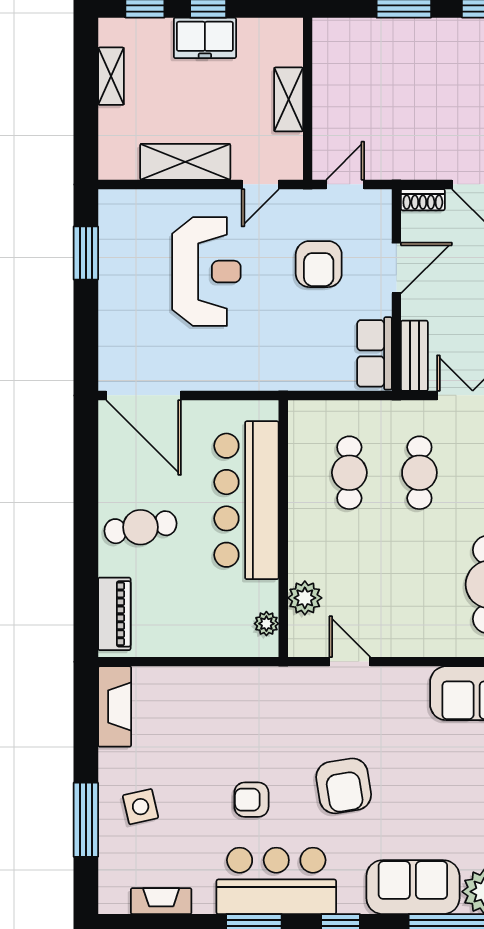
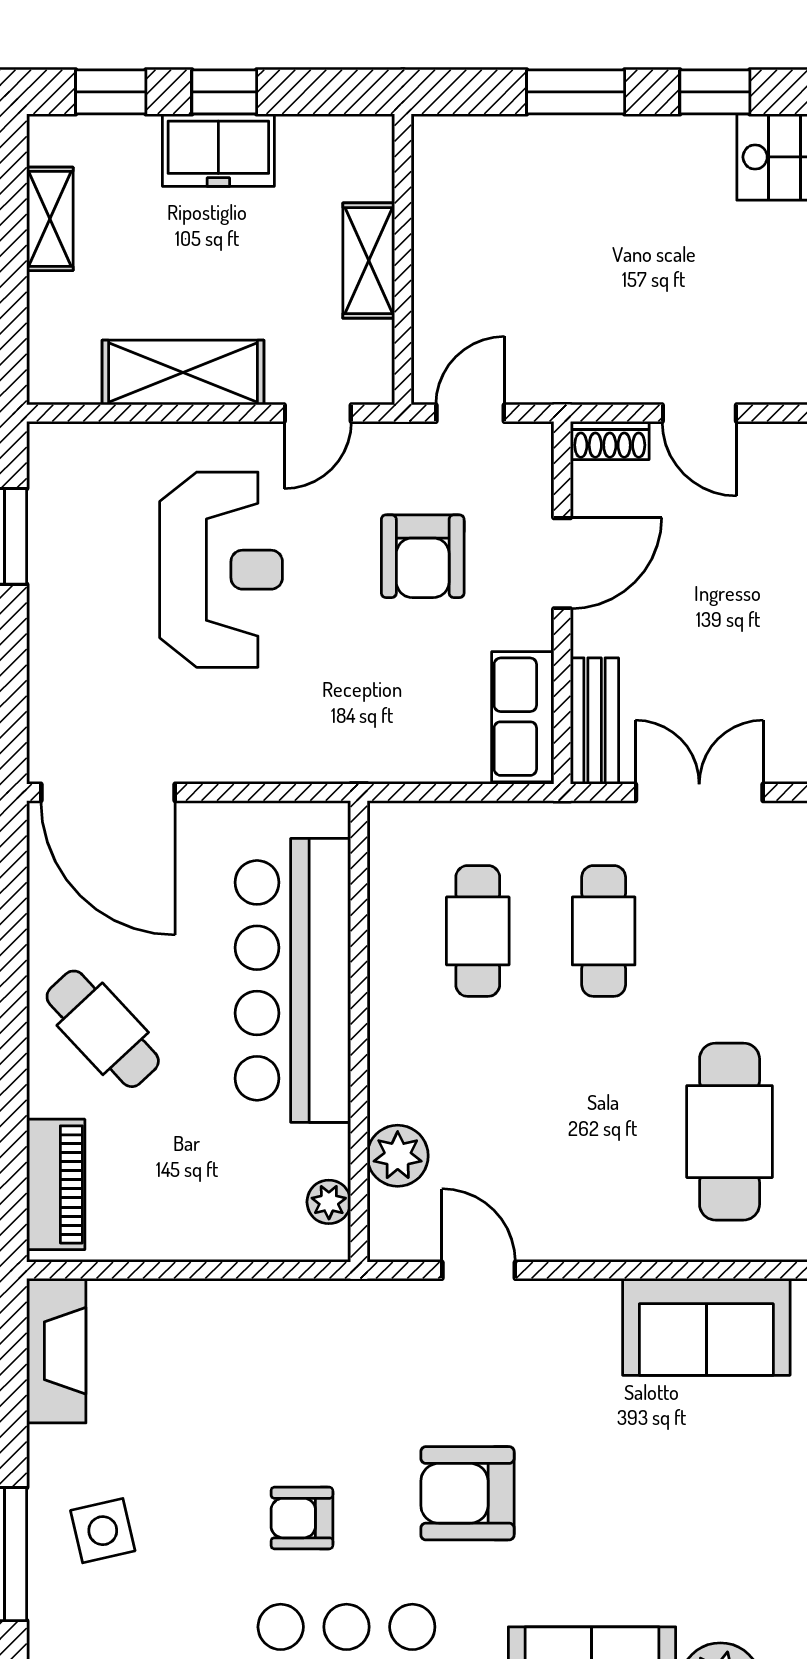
cafe table: (141, 527) -> (103, 1029), turned 56
armchair: (344, 786) -> (468, 1493), turned 99

